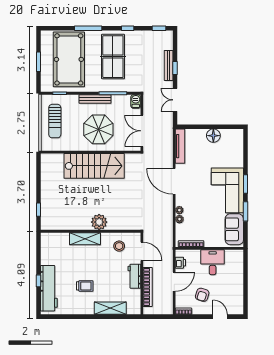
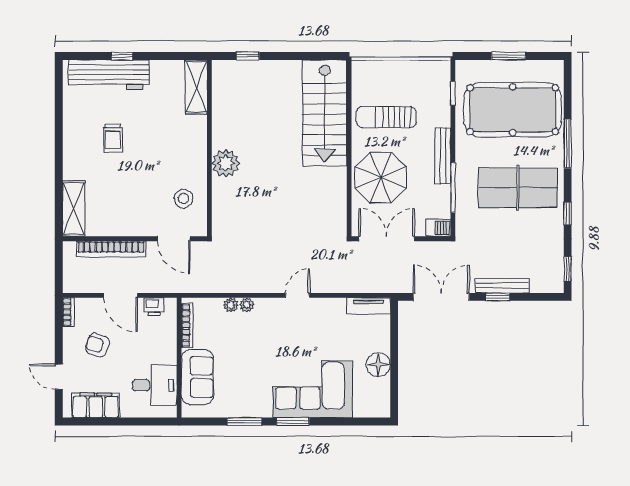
double door: (175, 100) -> (441, 297), width x1.37
sun lounger: (55, 121) -> (386, 117), moved
parasol: (98, 129) -> (381, 178), moved
tv unit: (180, 146) -> (369, 306), width x0.71
stairs: (94, 166) -> (325, 113), moved
door: (174, 181) -> (298, 295), width x0.53
corner sofa: (227, 190) -> (313, 389), moved
sofa: (234, 229) -> (197, 377), moved, turned 90
shelving: (85, 239) -> (196, 87), moved
door: (142, 251) -> (174, 239), hinge flipped
desk: (213, 262) -> (155, 385), moved
workbench: (134, 276) -> (130, 225), removed
filing cabinet: (236, 296) -> (96, 405), added
shelving: (110, 308) -> (74, 209), moved
door: (220, 317) -> (59, 377), swing flipped

